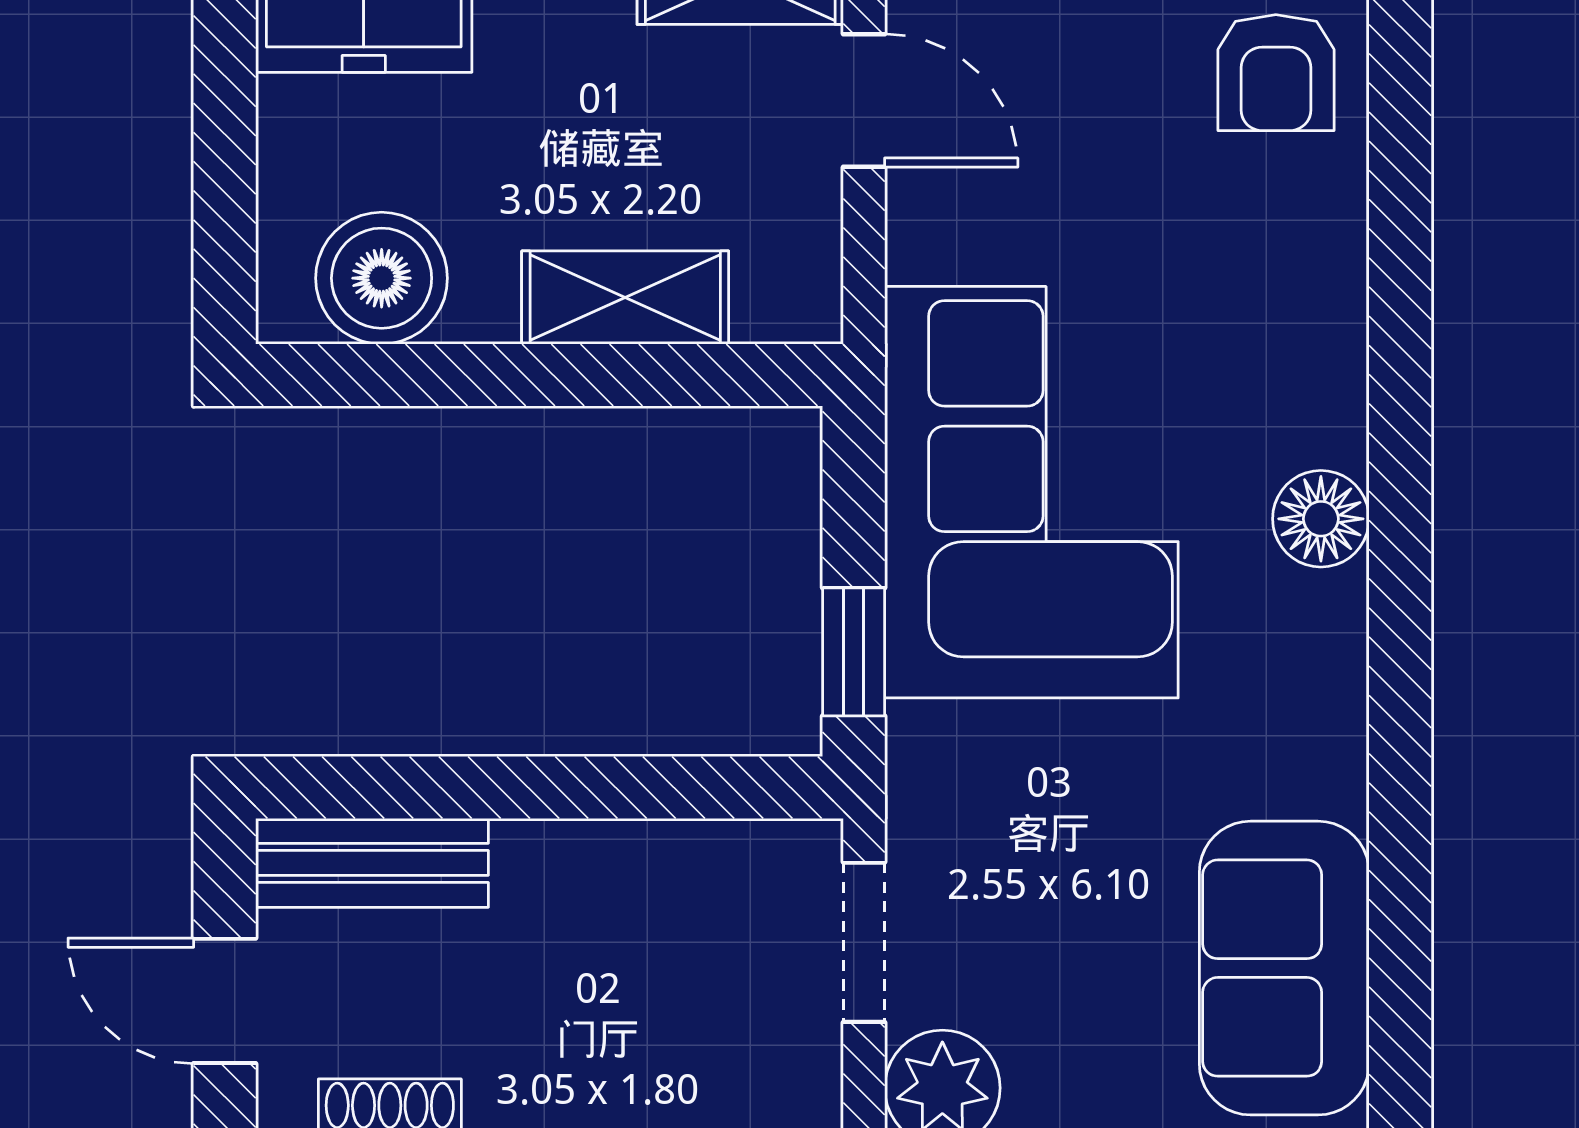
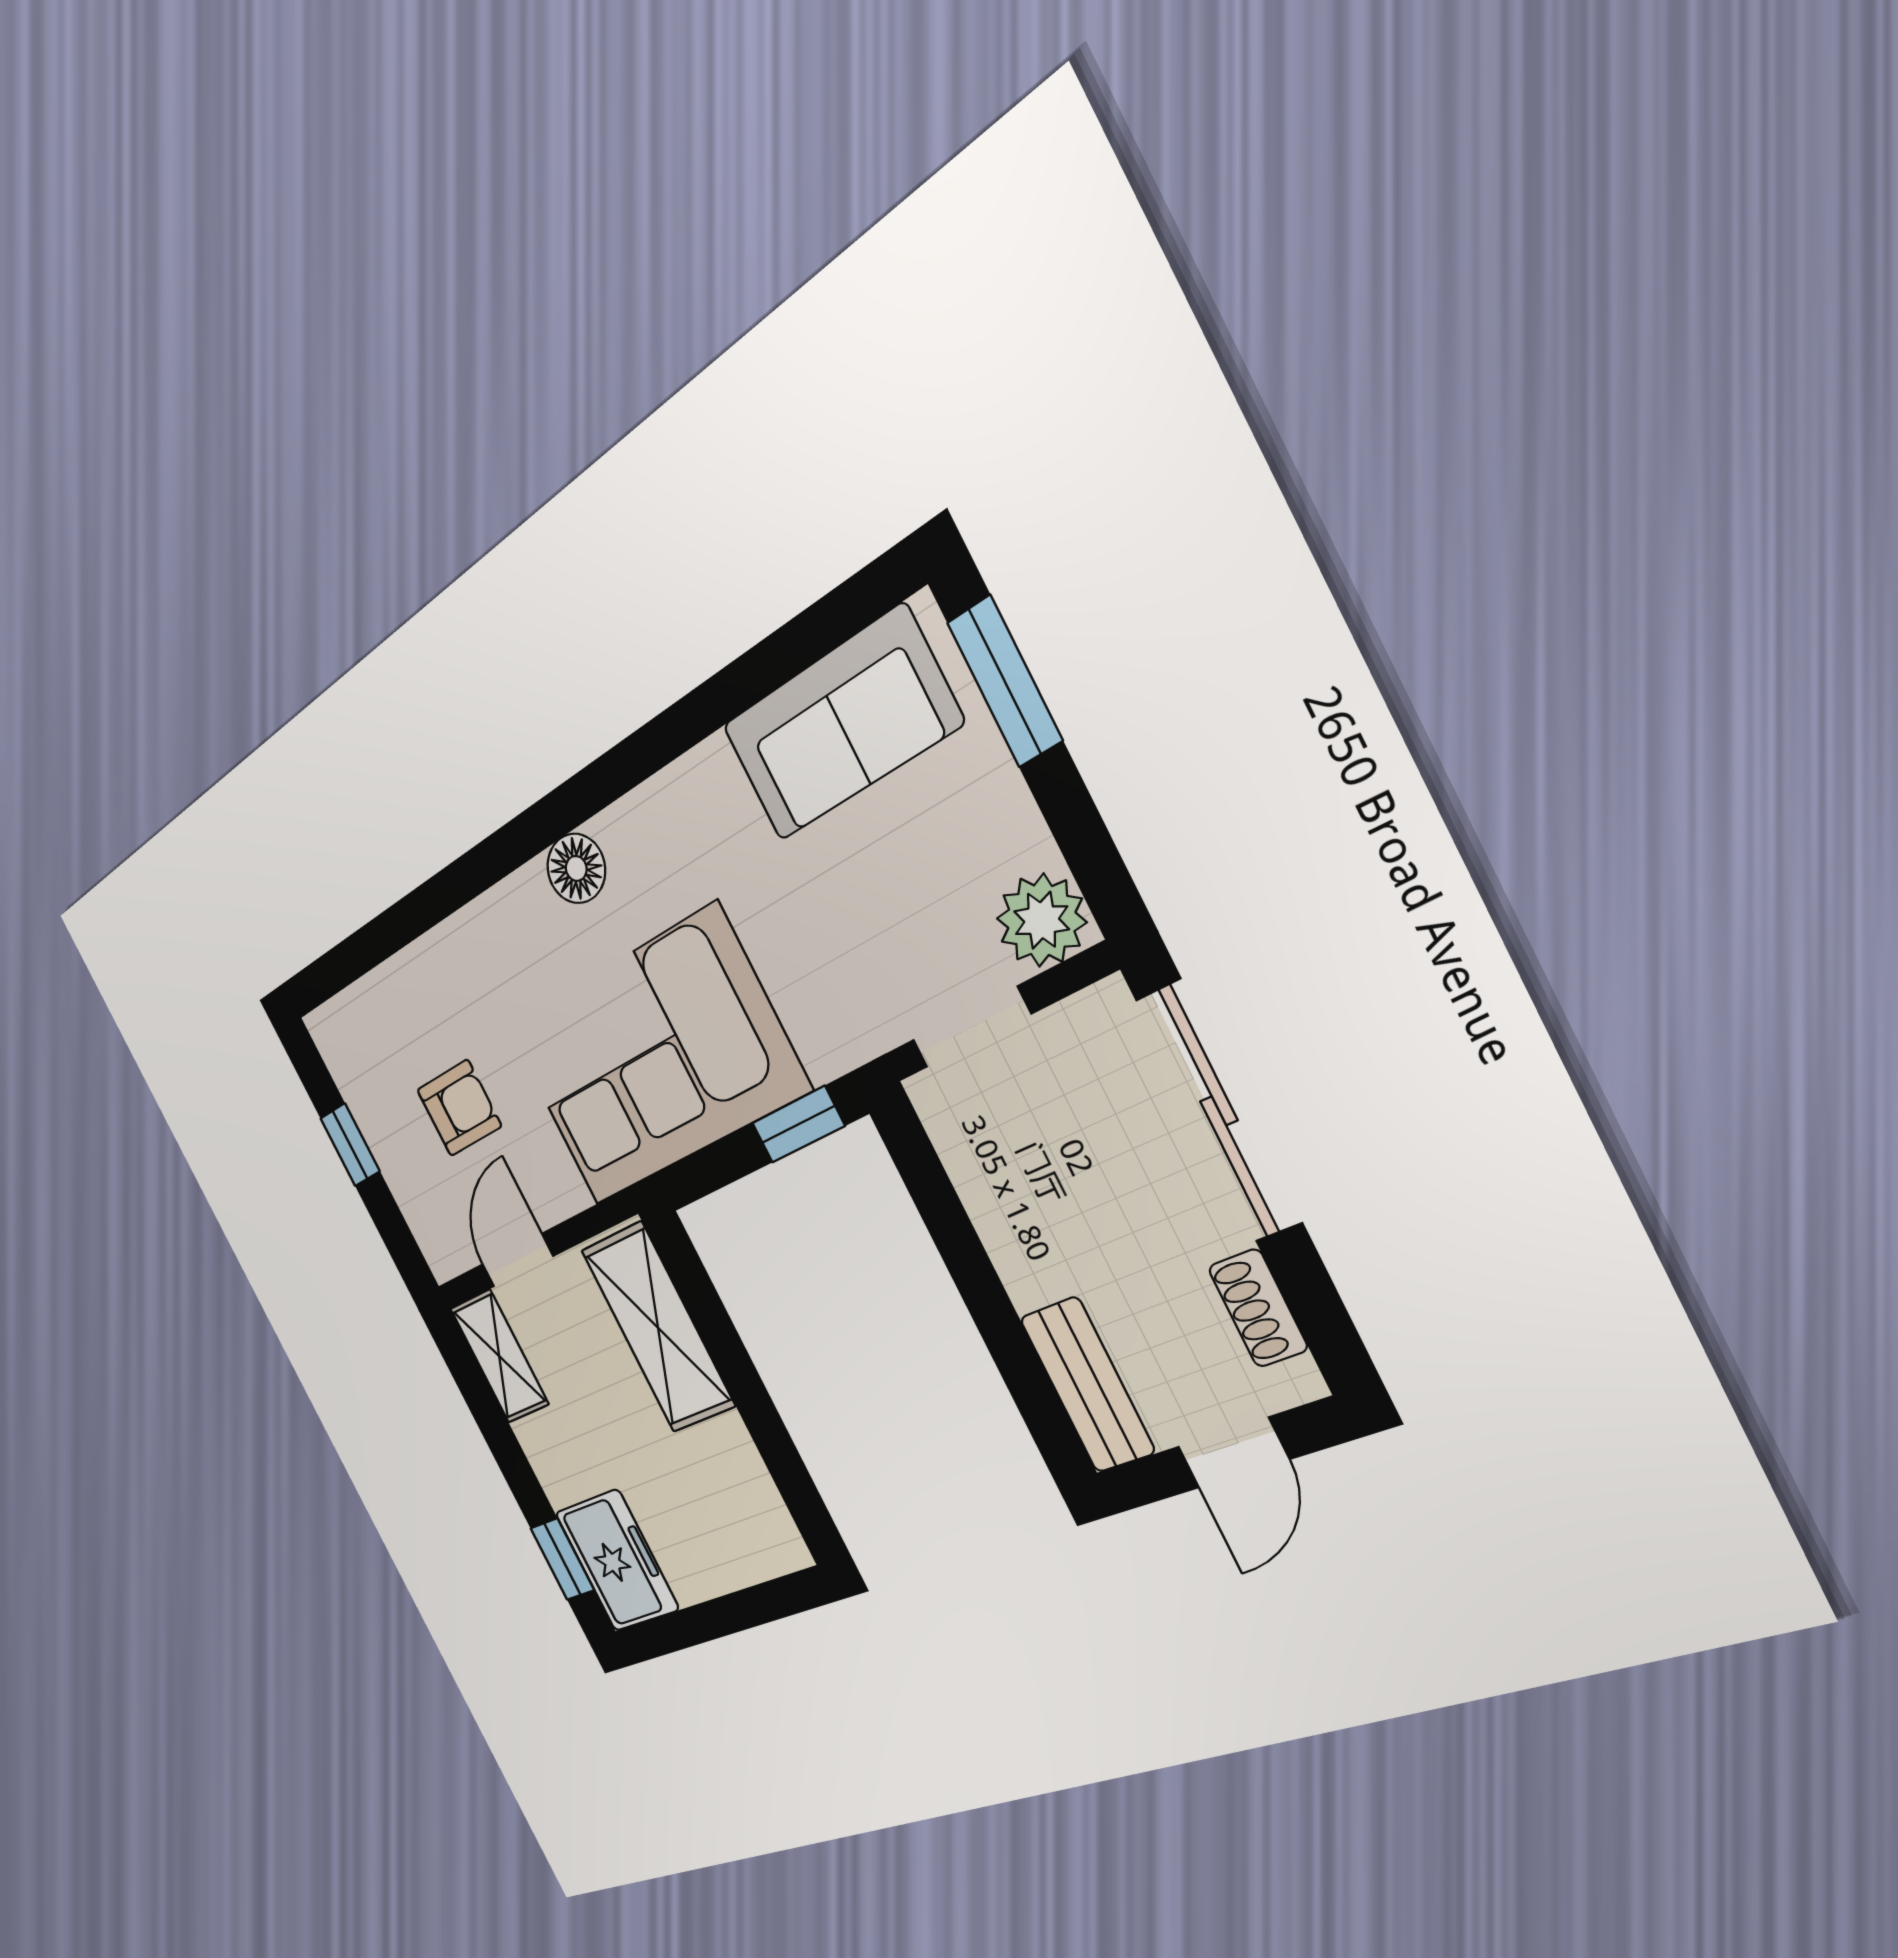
armchair: (1276, 73) -> (459, 1108), moved
boiler: (382, 278) -> (745, 1502), removed
shelving: (625, 298) -> (658, 1328), width x1.50, depth x1.33

